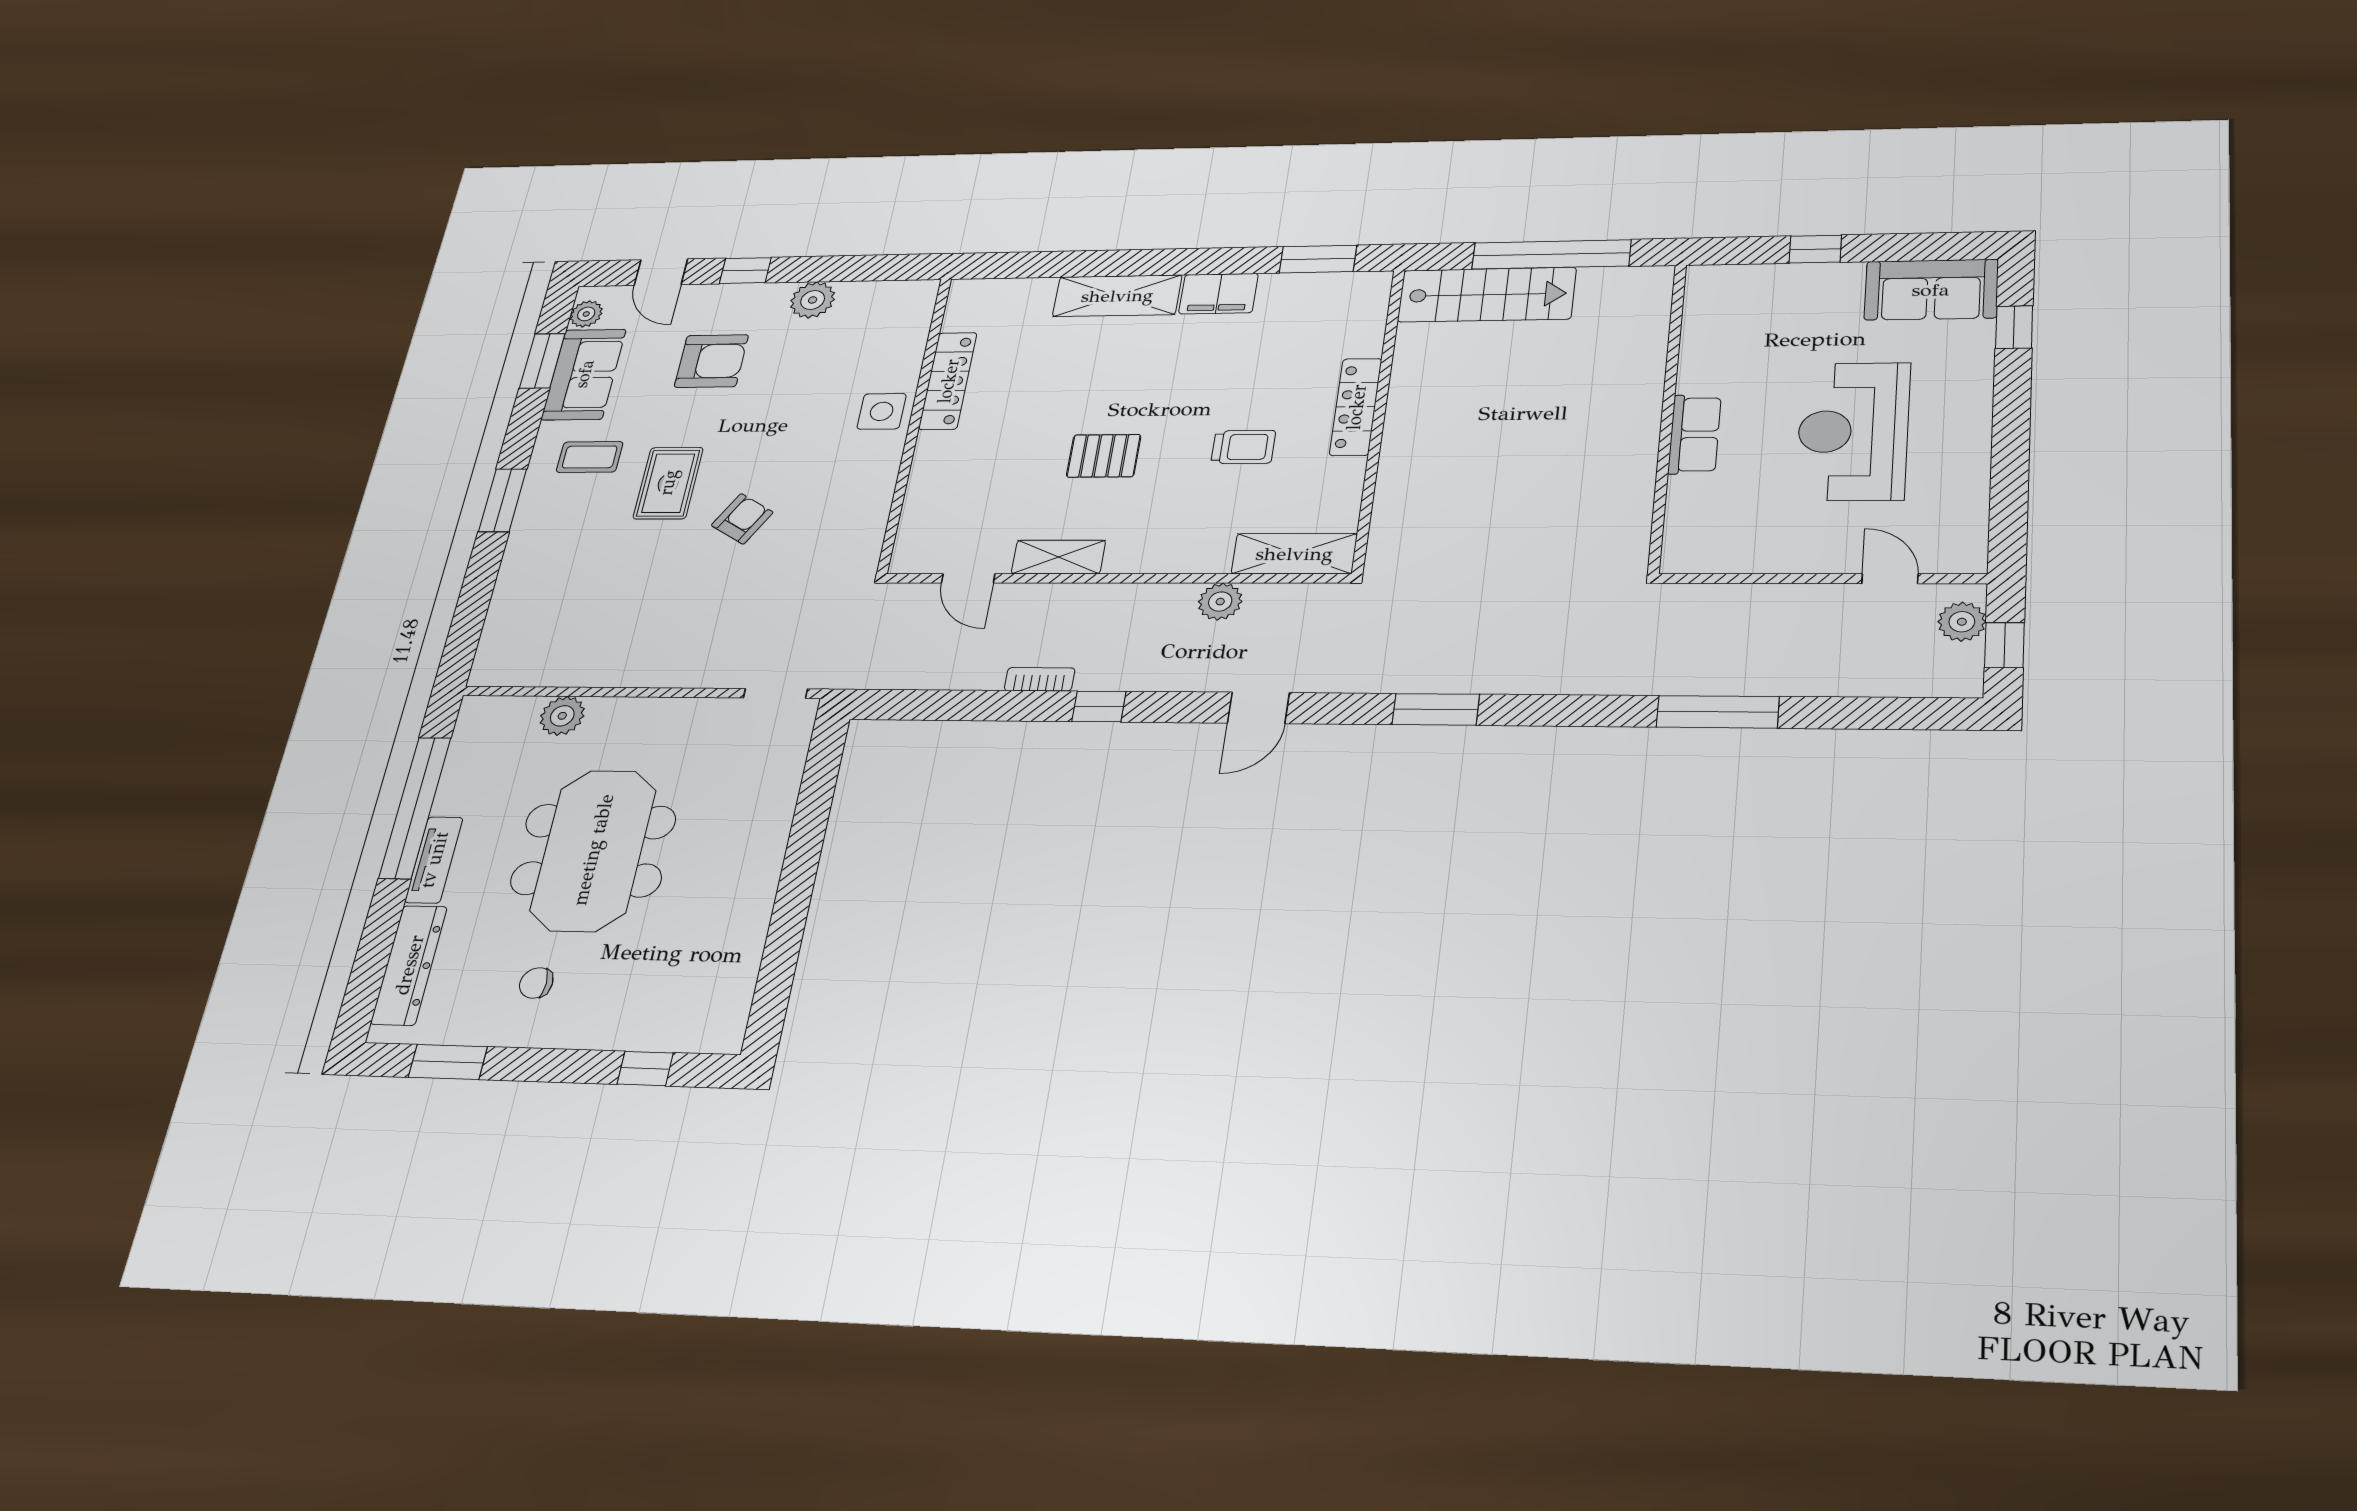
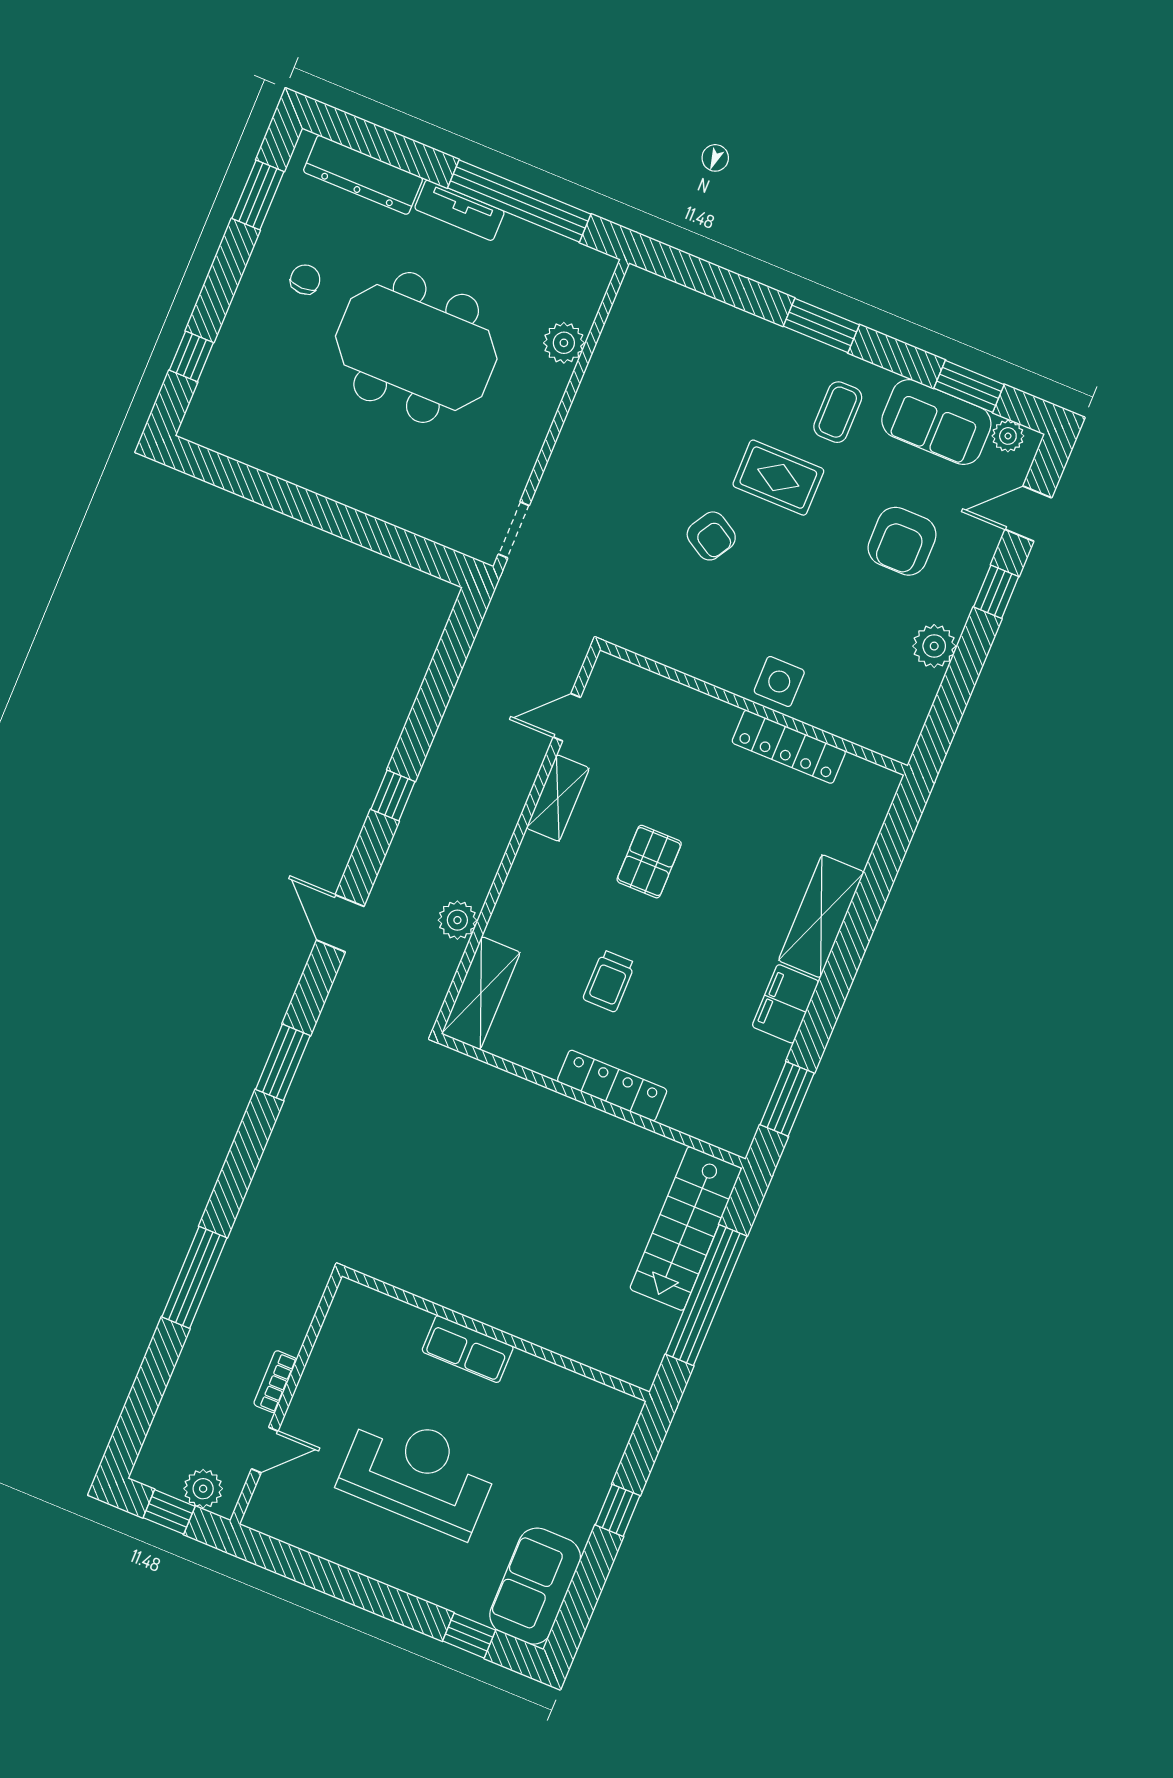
bookcase: (1040, 679) -> (275, 1382), moved, turned 180

